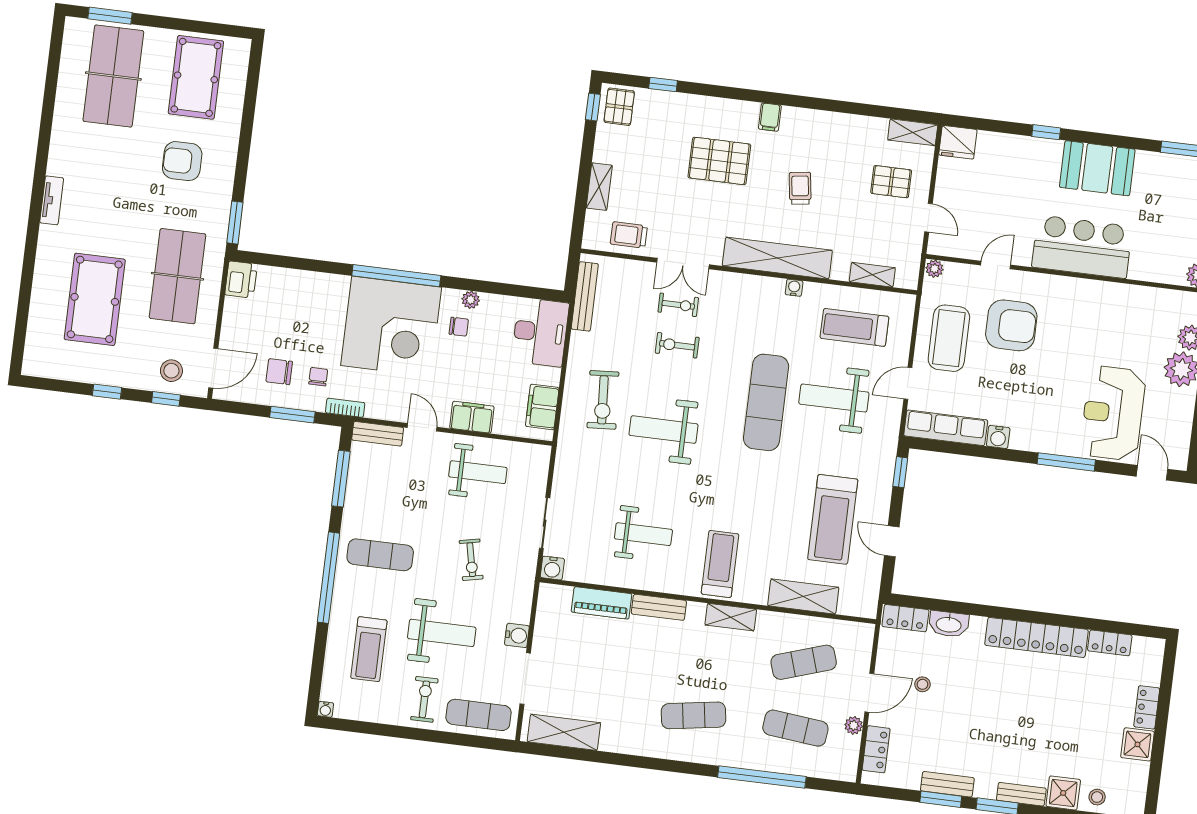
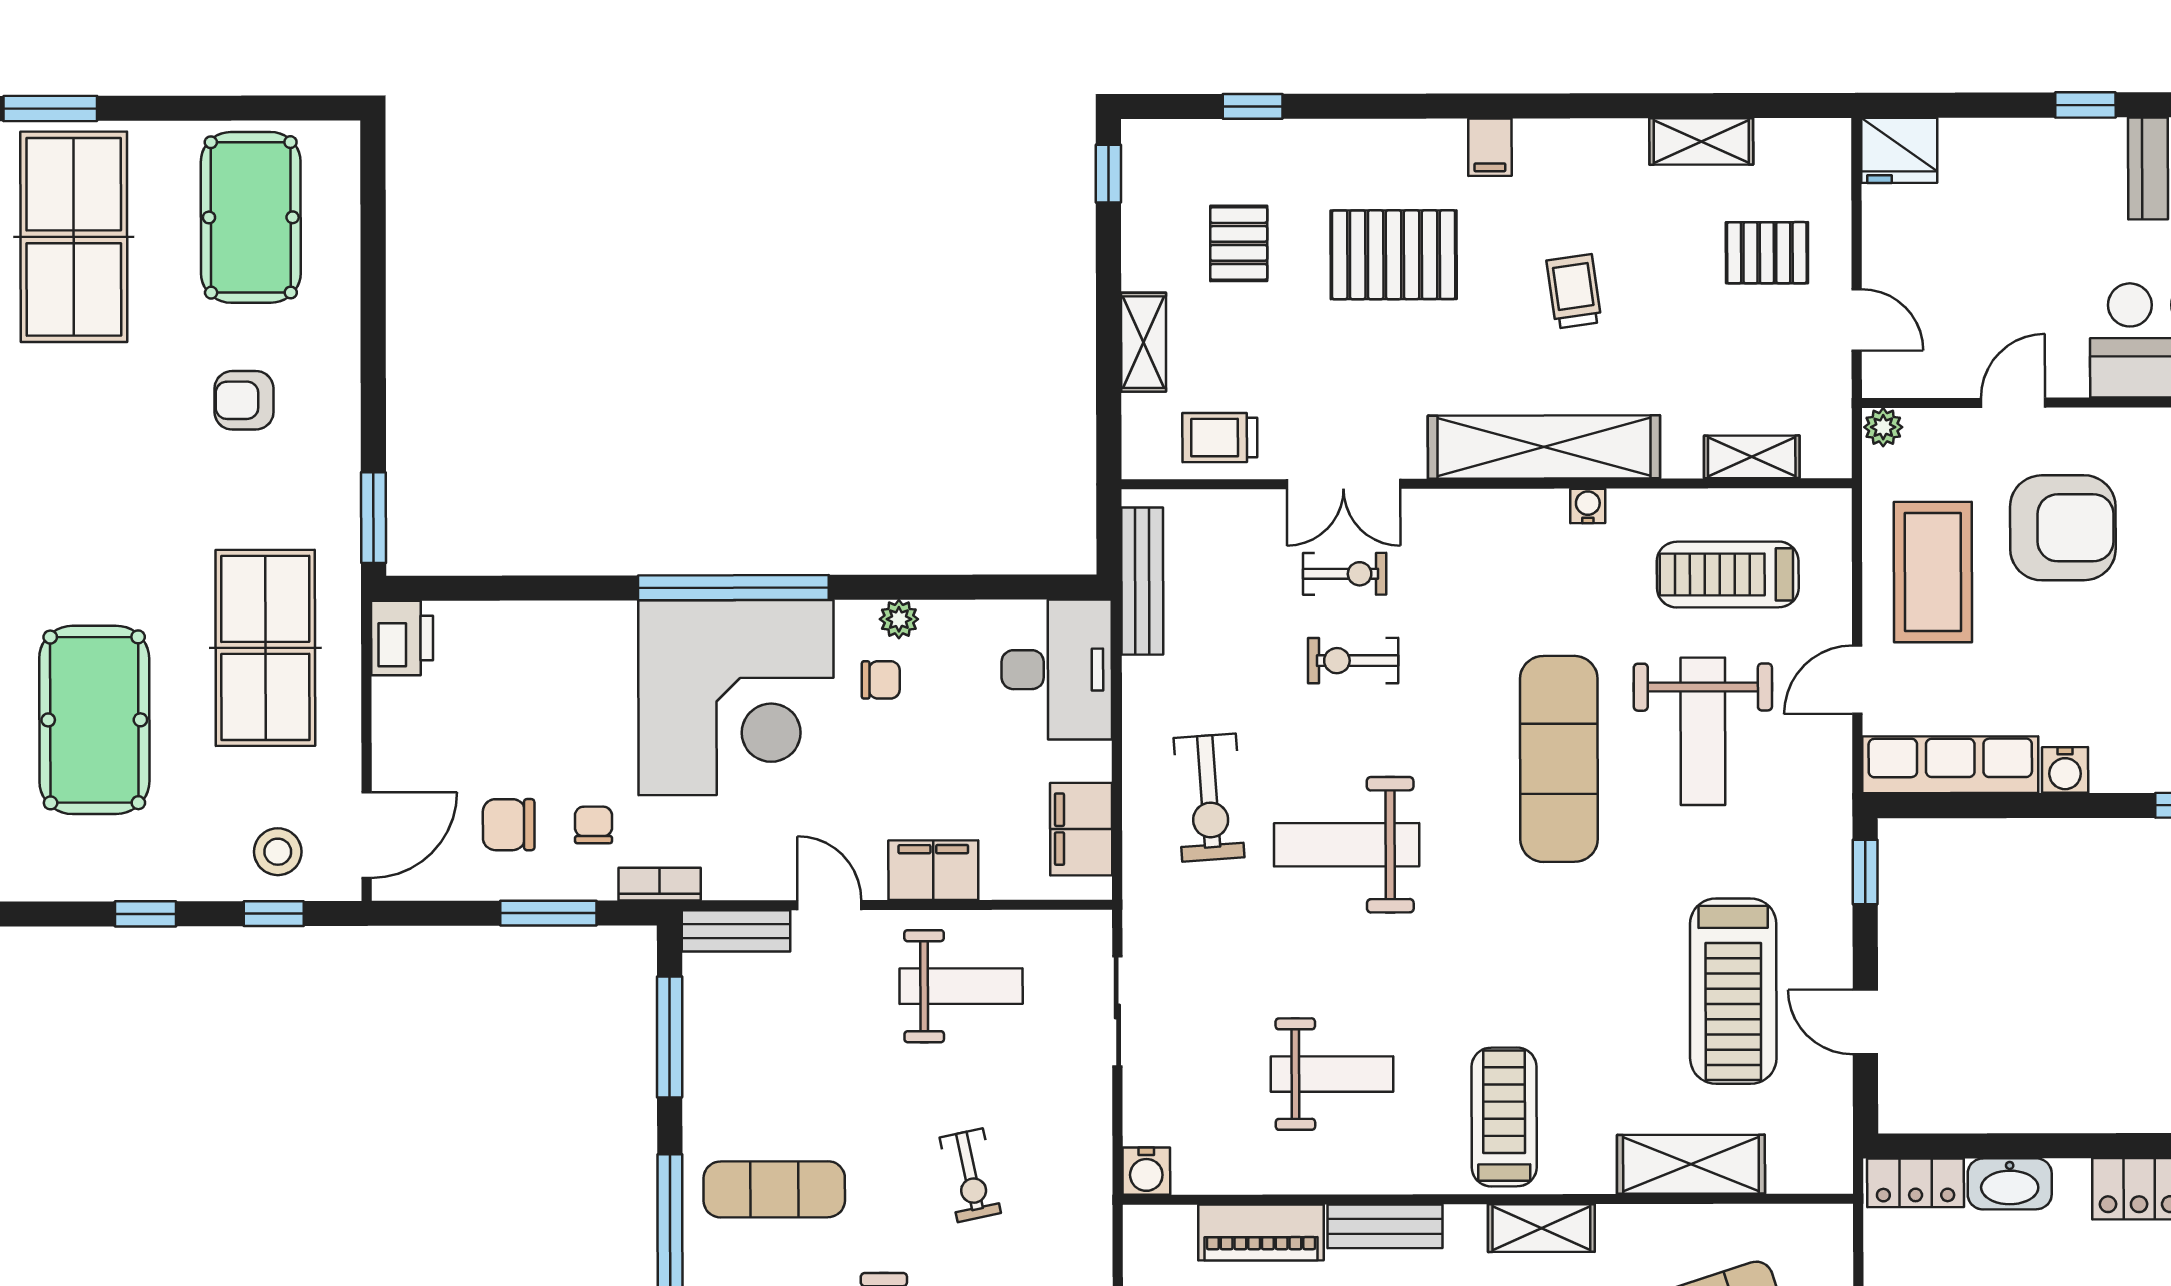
pallet: (619, 107) -> (1239, 243), moved
shelving: (913, 132) -> (1701, 141), moved
armchair: (182, 161) -> (244, 400), width x0.72, depth x0.72
weight bench: (834, 398) -> (1703, 731), turned -90
sliding door: (545, 523) -> (1117, 1012), moved

